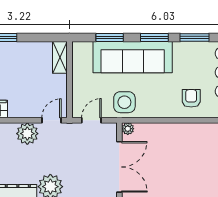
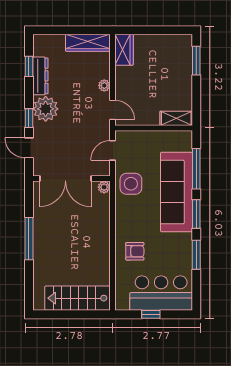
window: (110, 38) -> (196, 169), width x1.44
door: (91, 120) -> (113, 150), swing flipped
plant: (27, 134) -> (104, 85), width x0.53, depth x0.53

